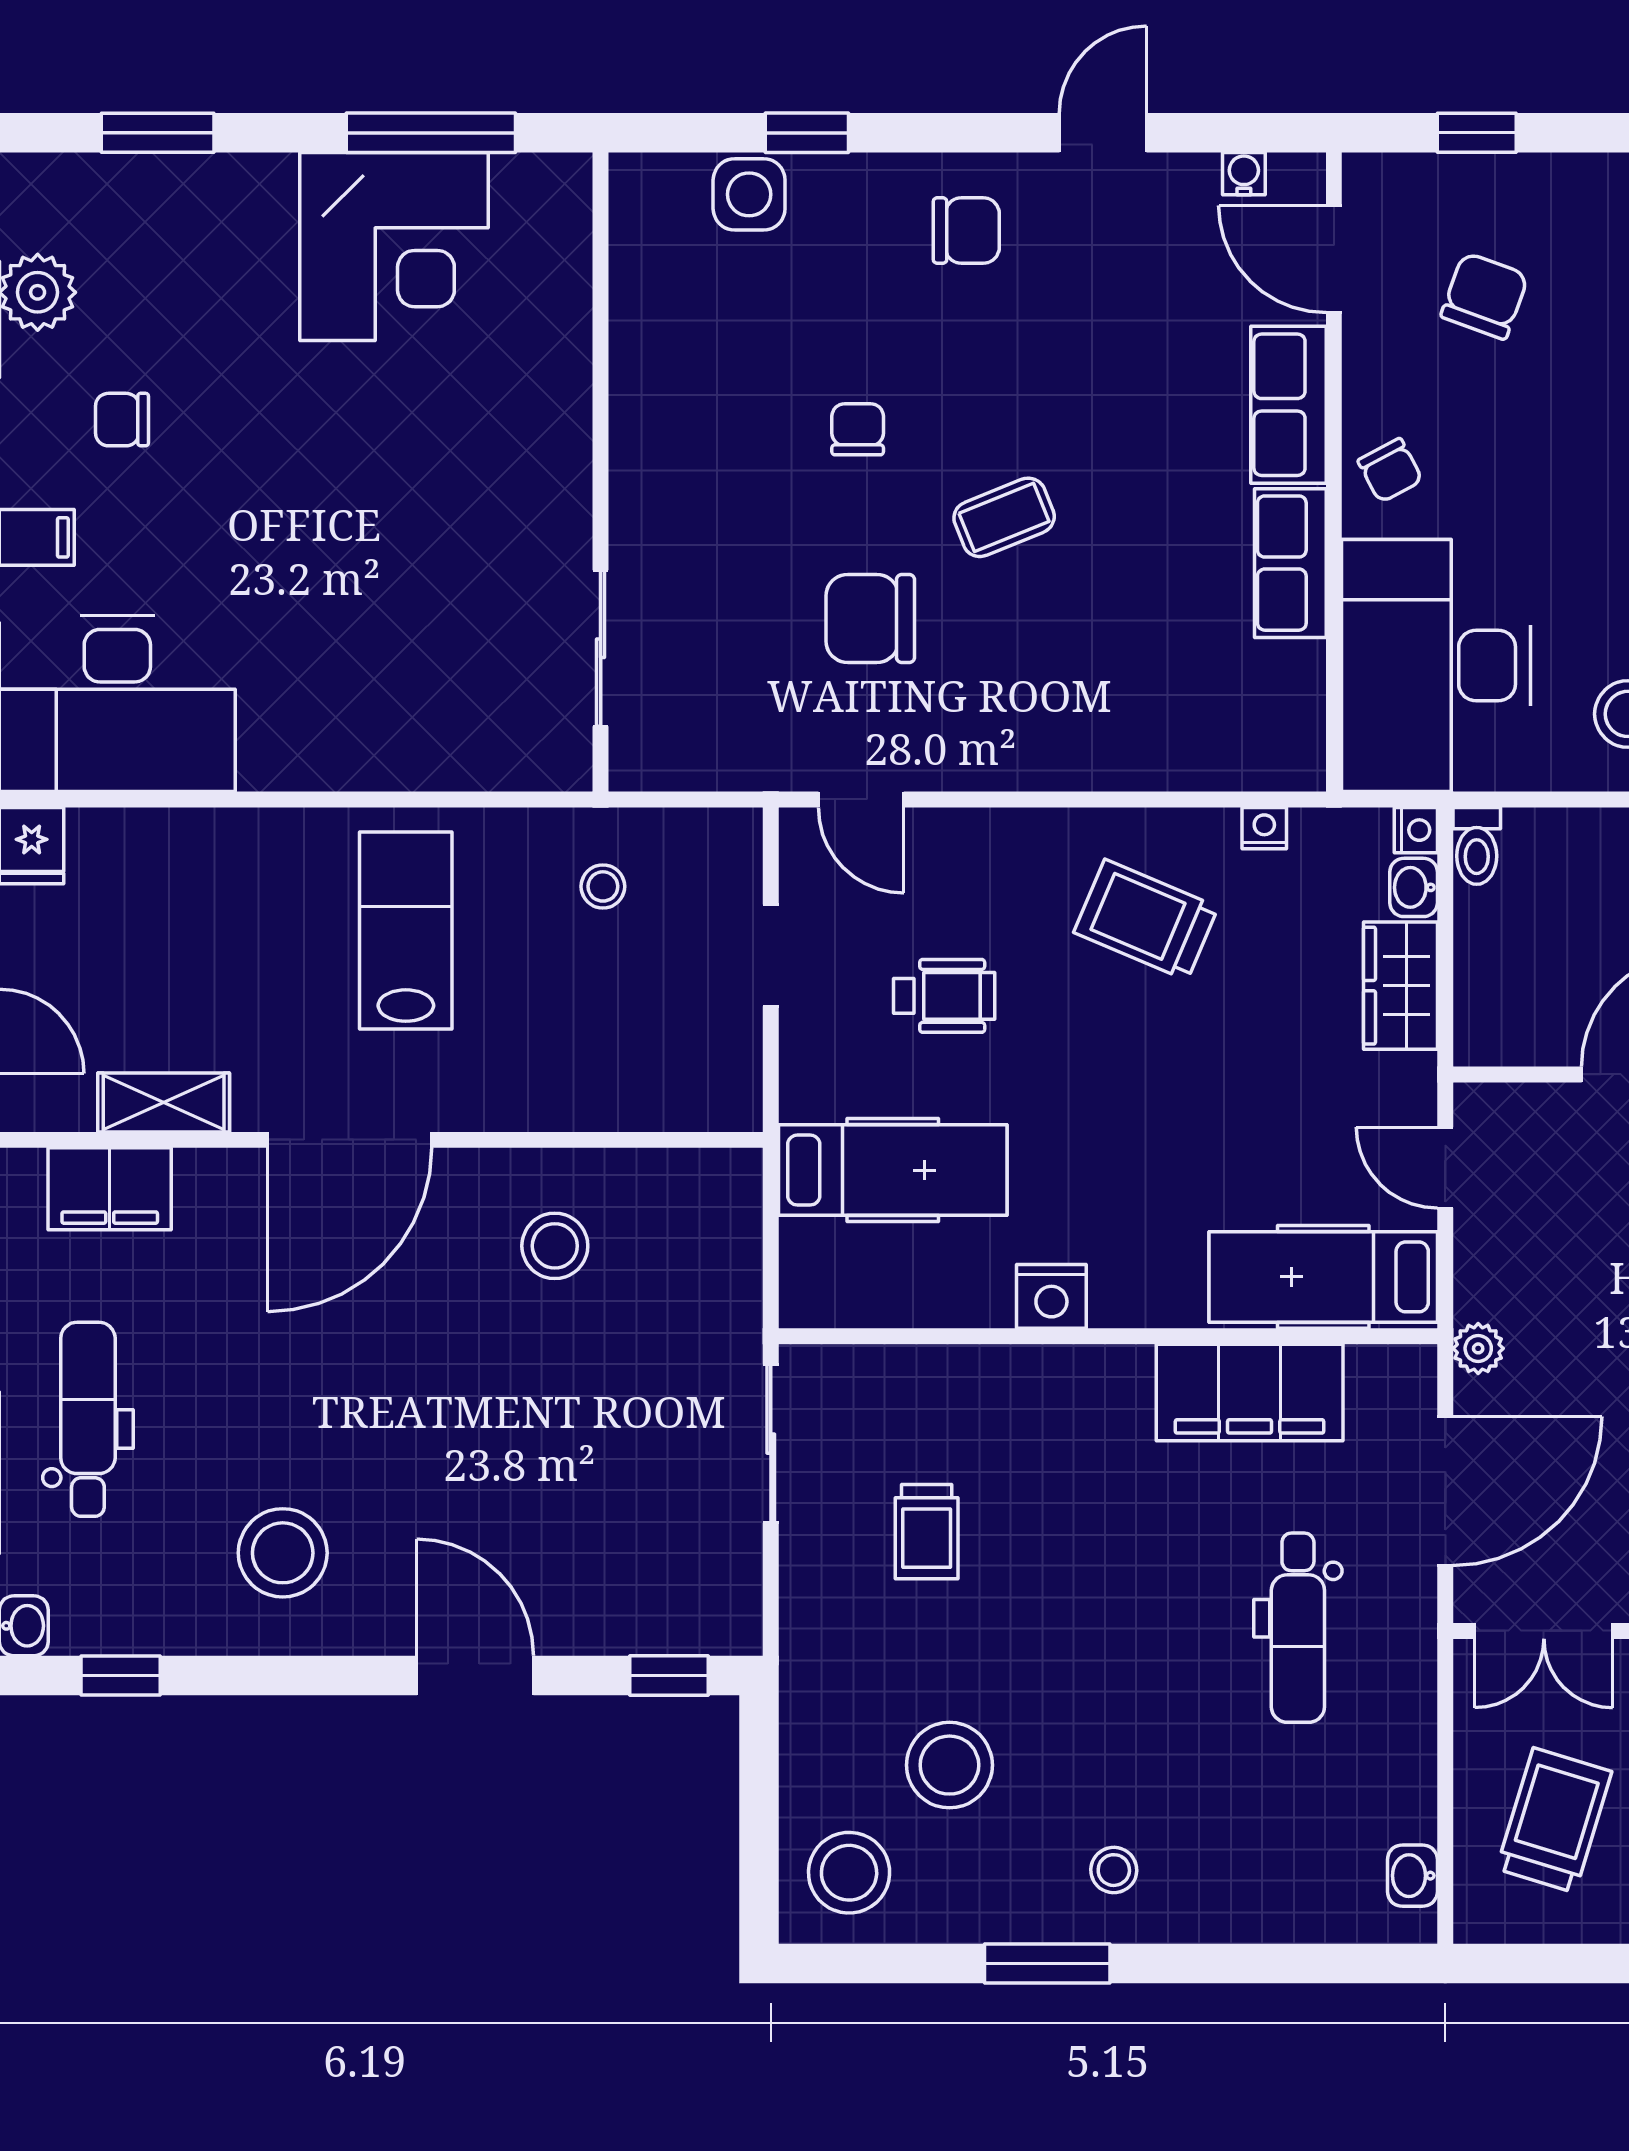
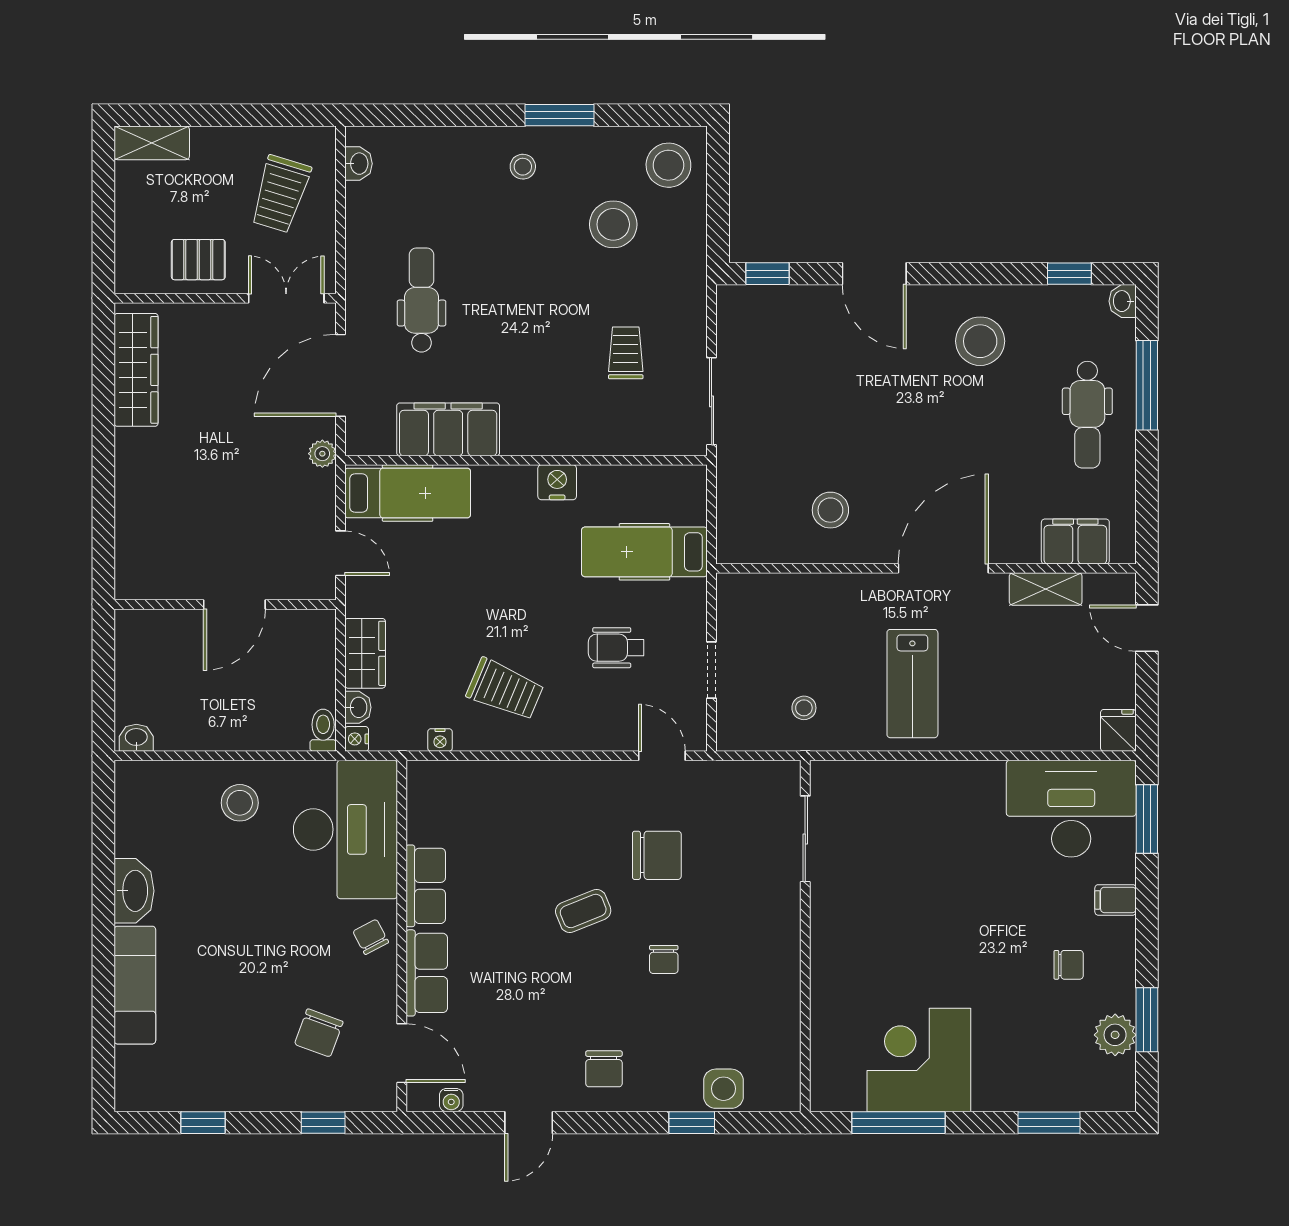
chair: (966, 231) -> (604, 1069), turned -90

